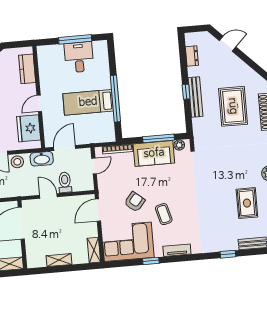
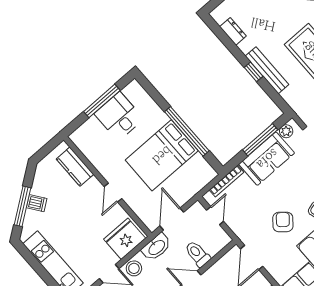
bed: (88, 102) -> (162, 155), width x1.50
fridge: (29, 128) -> (125, 239), moved, turned 90

